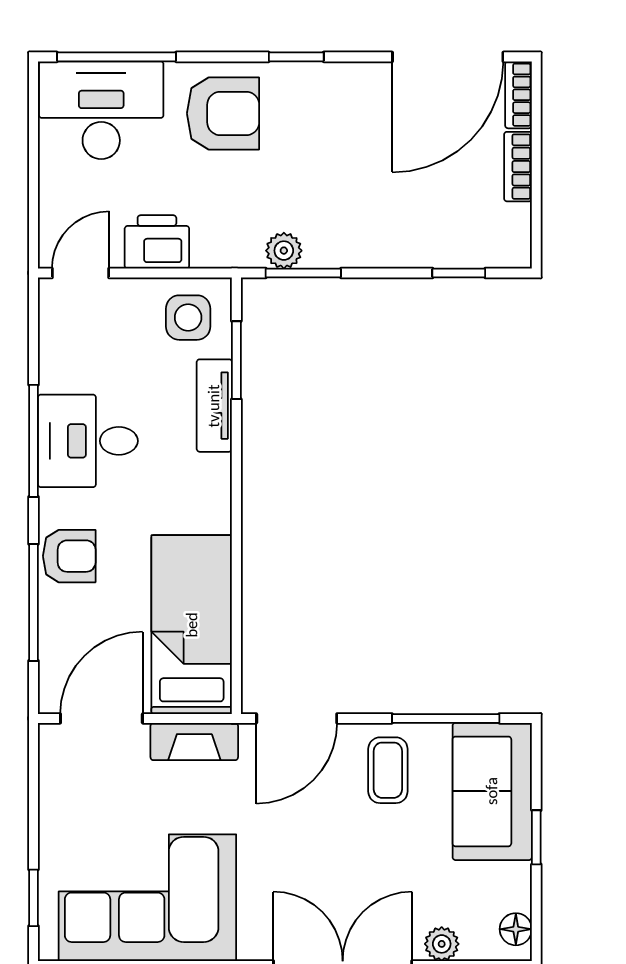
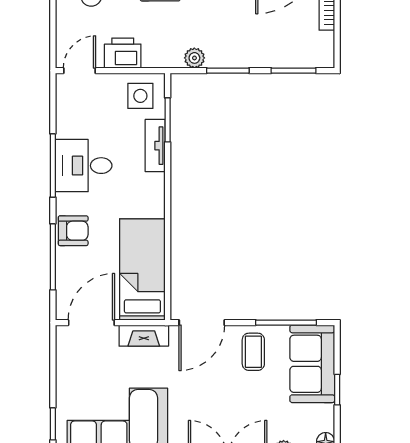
window: (303, 273) -> (228, 71), moved
window: (459, 273) -> (293, 71), width x1.50

